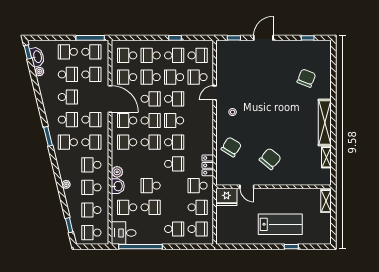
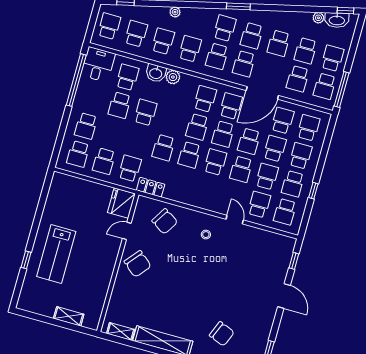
door: (247, 187) -> (127, 231), moved
wall: (274, 187) -> (118, 263), moved
fridge: (226, 197) -> (121, 203), moved

